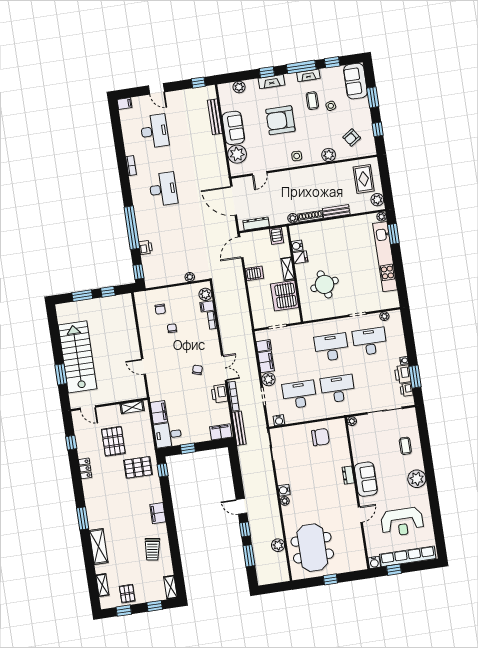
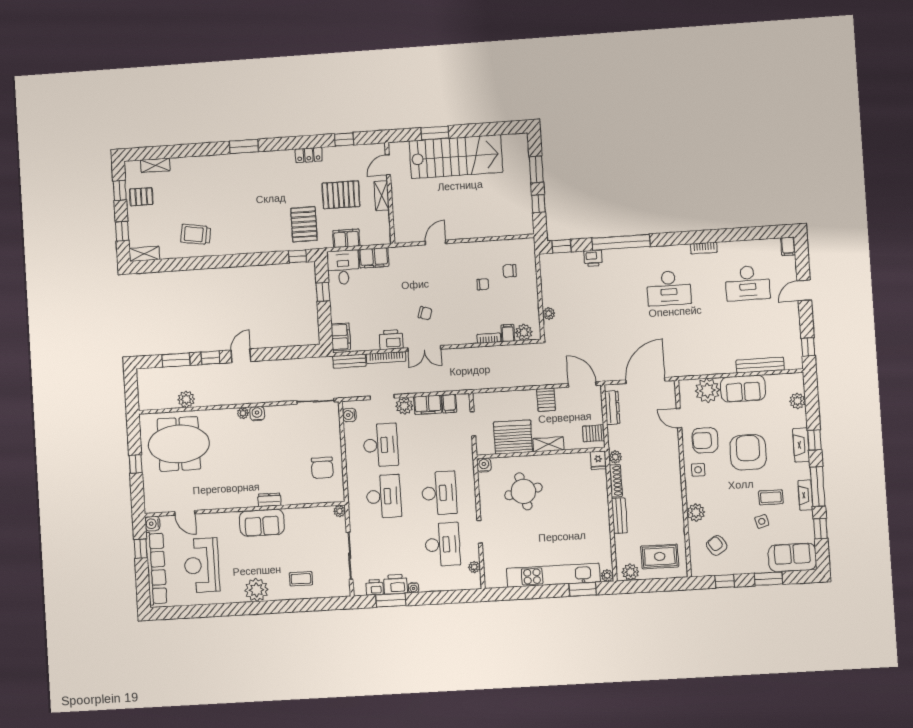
armchair: (274, 153) -> (705, 440), added
water cooler: (297, 246) -> (484, 465), moved
fridge: (300, 257) -> (598, 460), moved
shelving: (132, 407) -> (382, 196), moved
bench: (239, 428) -> (349, 361), width x0.73
filing cabinet: (158, 513) -> (346, 238), moved
door: (360, 515) -> (185, 513), moved
shelving: (99, 546) -> (206, 164), removed

